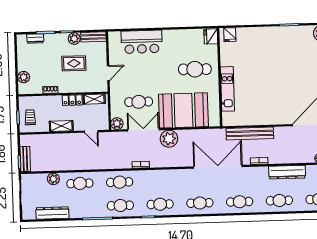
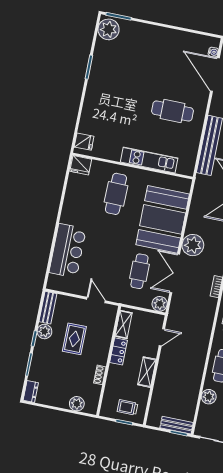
dresser: (35, 39) -> (31, 391), moved
cafe table: (270, 98) -> (172, 111), added

